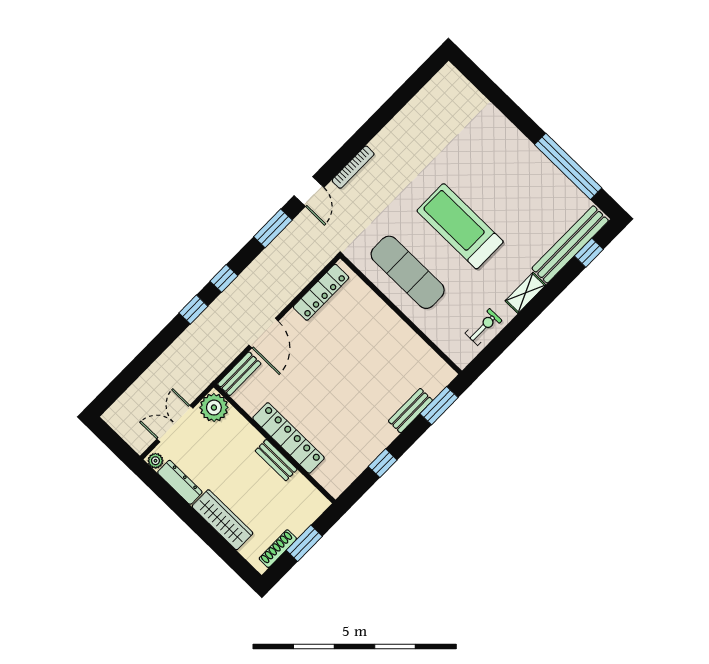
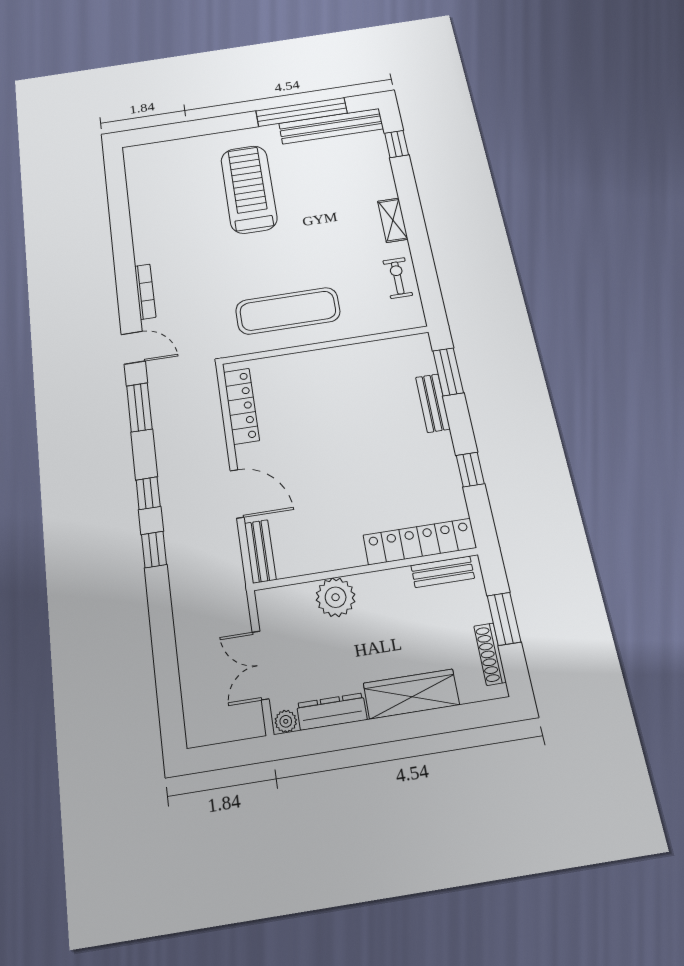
treadmill: (460, 226) -> (249, 189), moved, turned 90
bench: (570, 244) -> (331, 126), moved, turned 90
plant: (214, 408) -> (336, 597), moved
locker: (288, 438) -> (420, 542), moved
bench: (276, 460) -> (443, 572), moved

